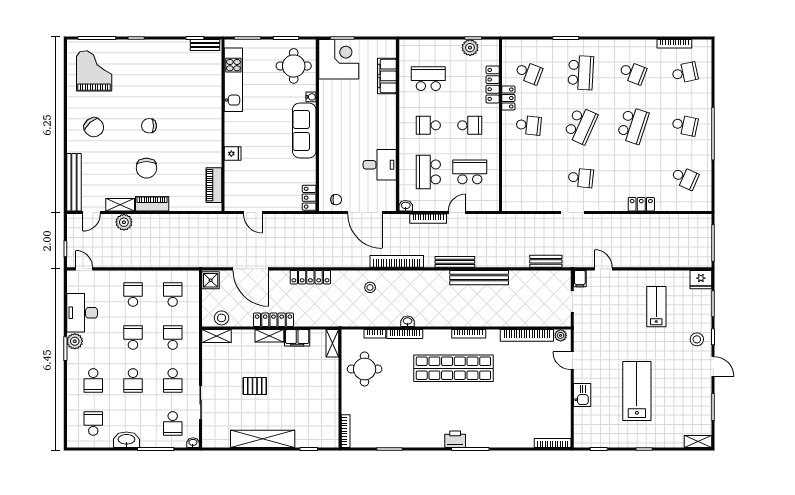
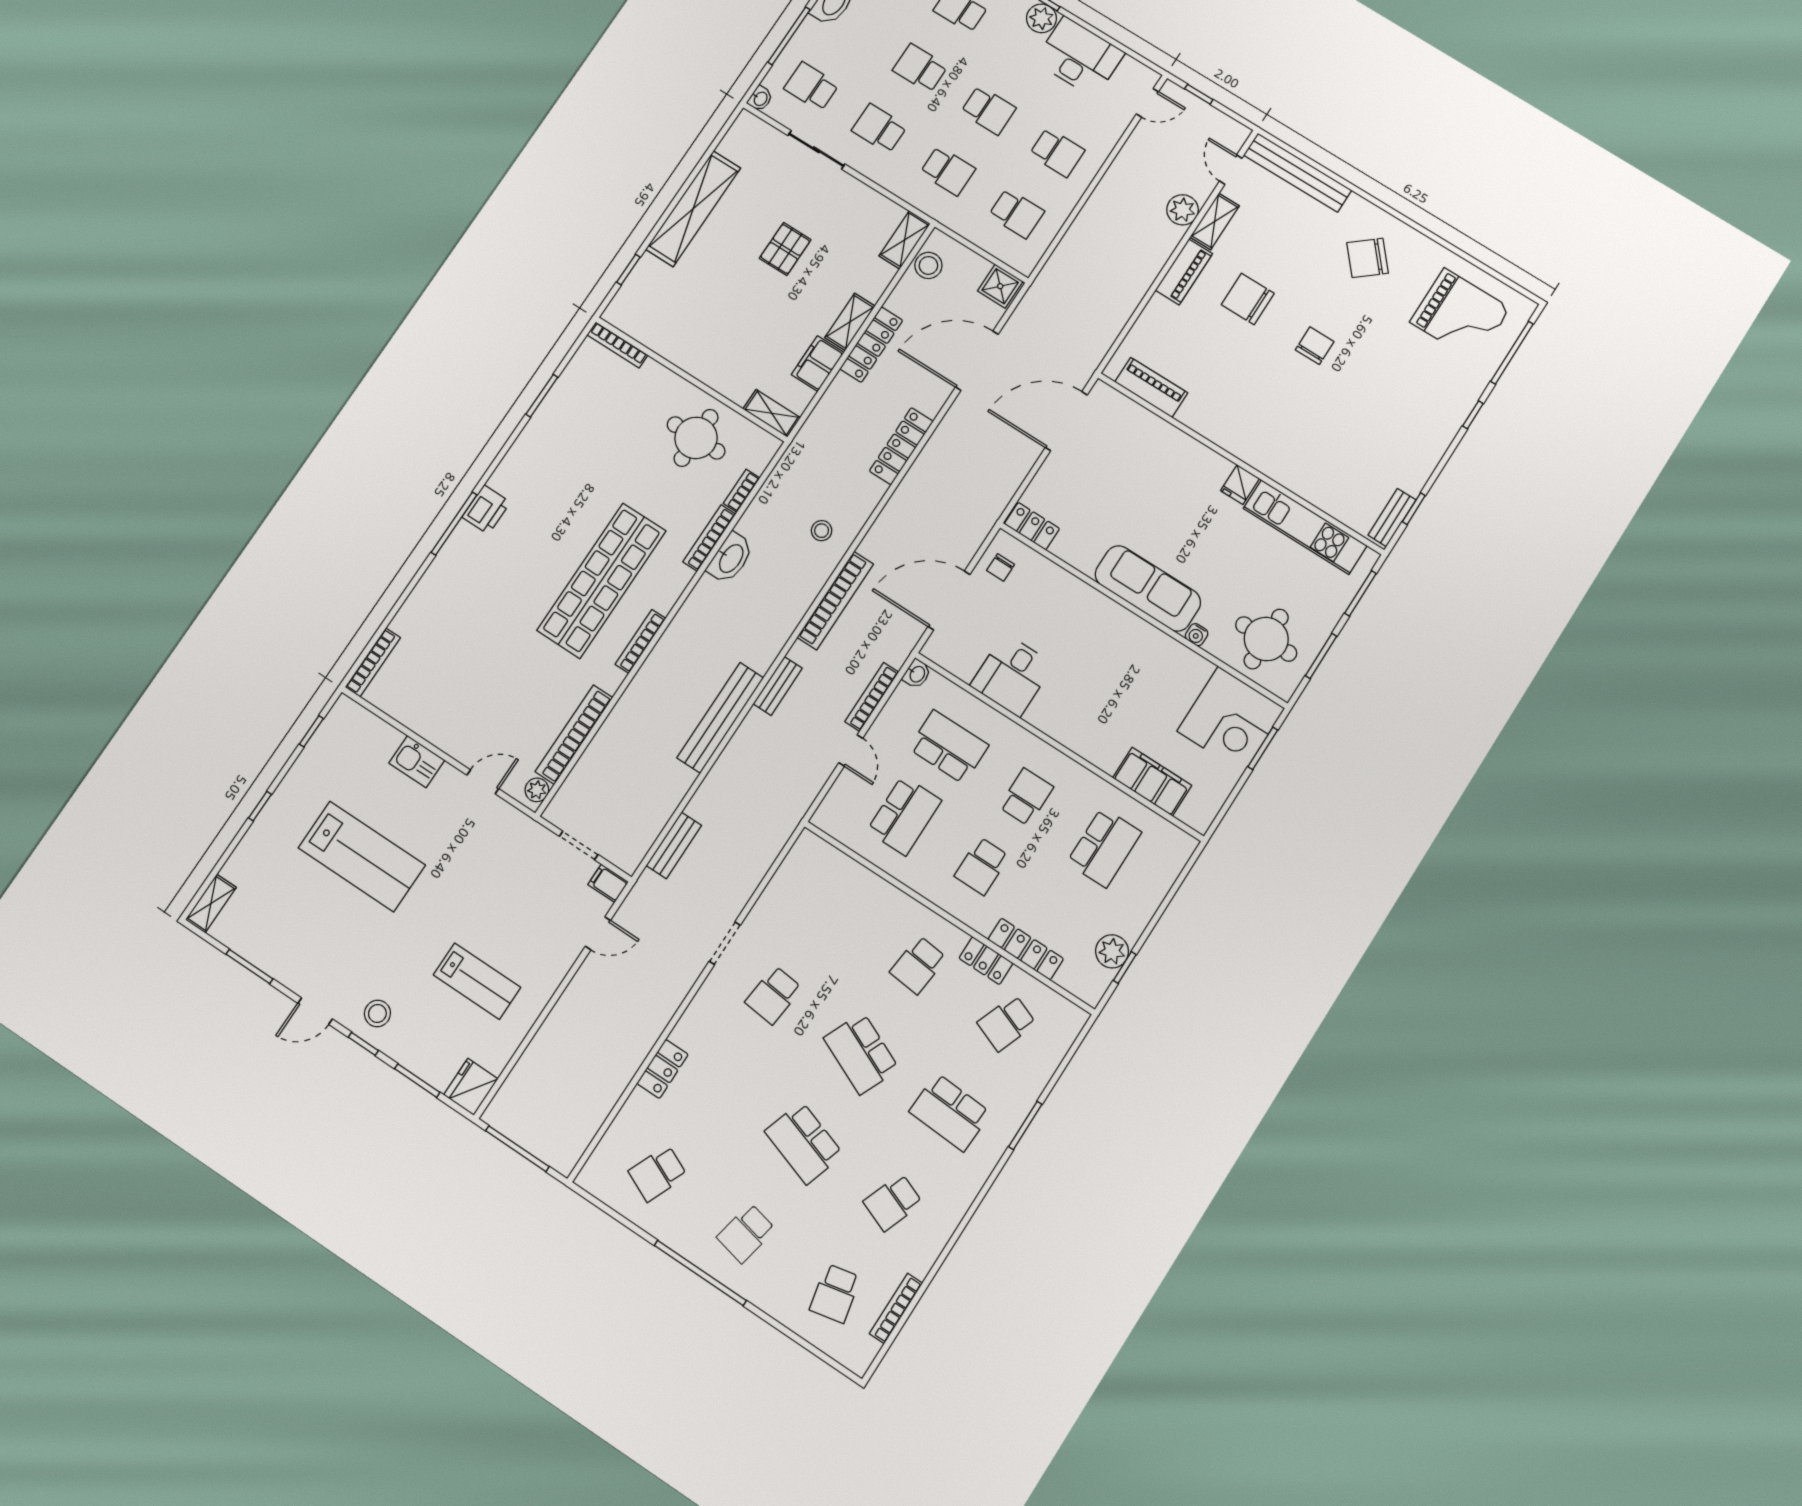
fridge: (233, 154) -> (1240, 485), moved
door: (253, 213) -> (1066, 421), width x1.87
bench: (455, 262) -> (778, 686), width x0.73
washbasin: (408, 321) -> (731, 558), width x1.91, depth x1.45

